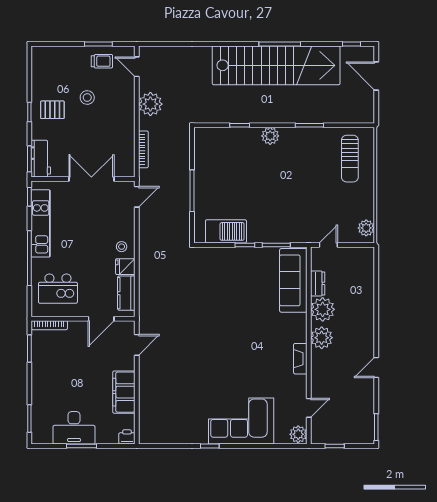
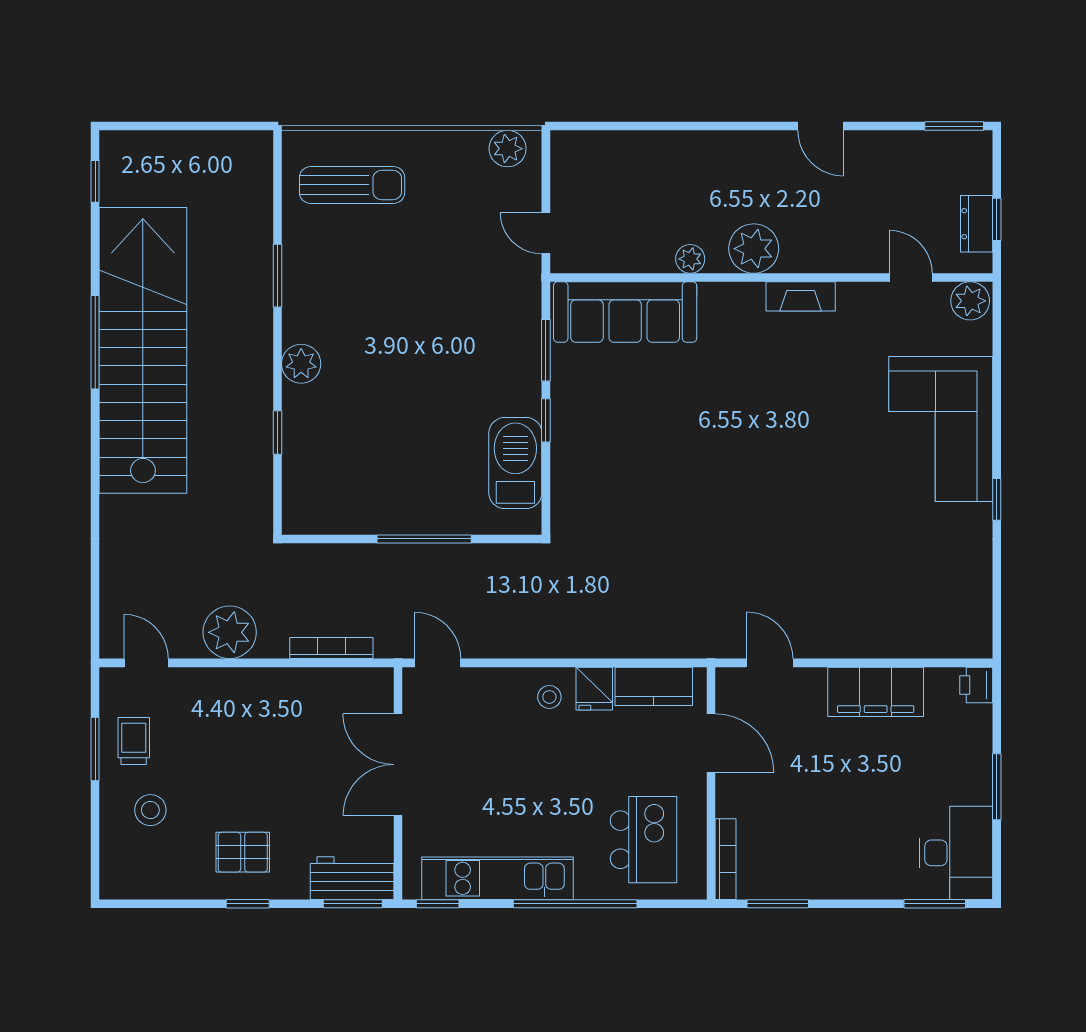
door: (137, 67) -> (146, 663), swing flipped
door: (376, 76) -> (167, 126), removed
stool: (87, 98) -> (150, 810), moved
pallet: (52, 110) -> (243, 852), turned 90
dresser: (318, 283) -> (977, 224), moved, turned -90
plant: (323, 309) -> (690, 259), width x0.53, depth x0.53
desk: (74, 428) -> (956, 853), moved

